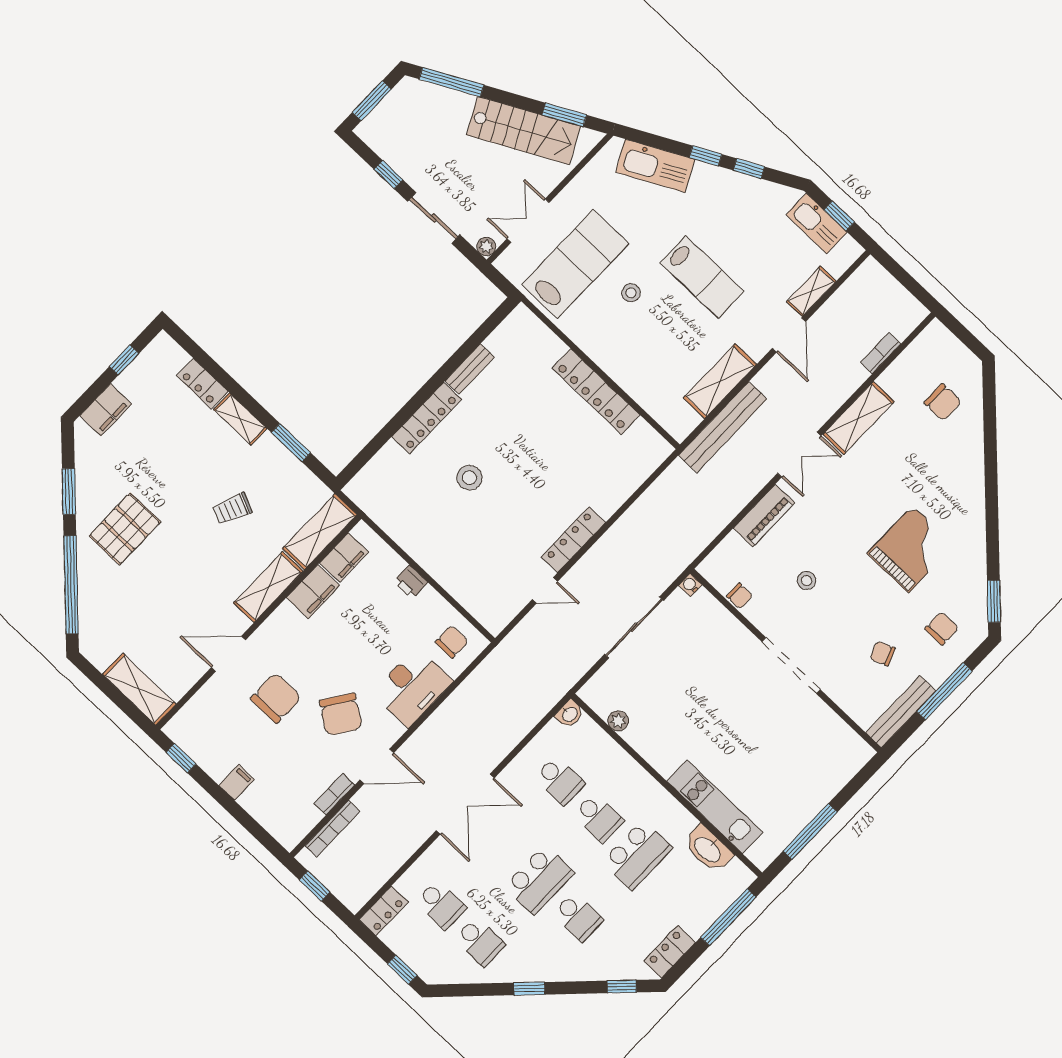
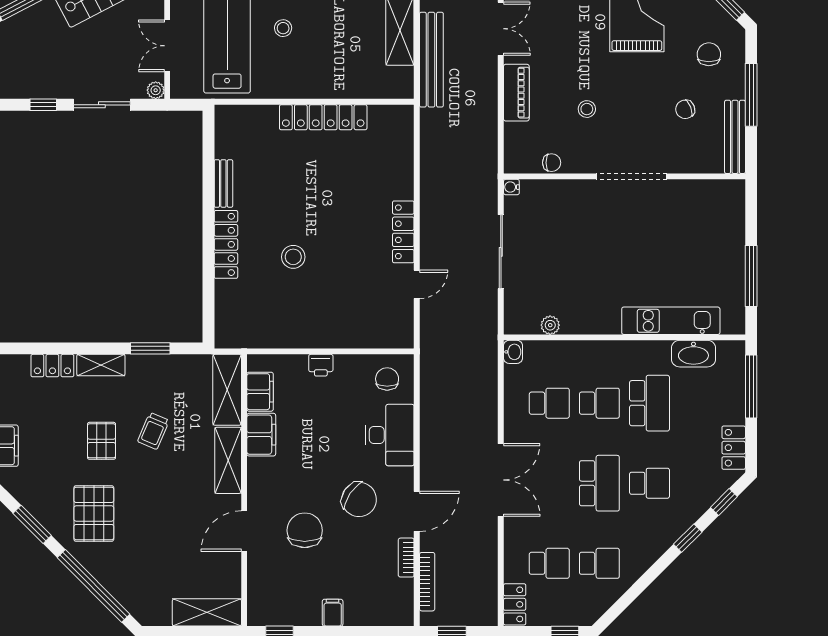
pallet: (185, 478) -> (102, 441), added
window: (529, 989) -> (688, 538), moved

